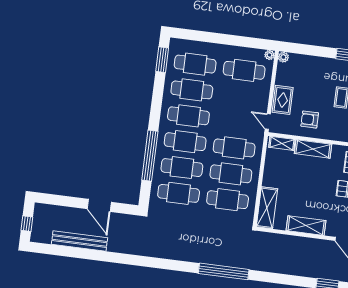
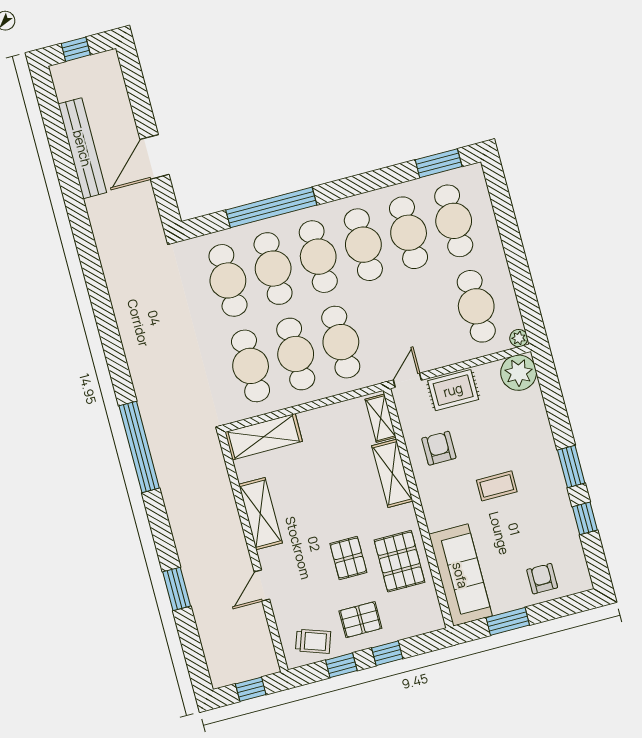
plant: (283, 57) -> (519, 373), width x1.87, depth x1.87
window: (224, 271) -> (139, 447), moved

